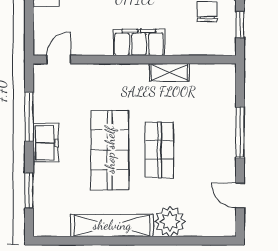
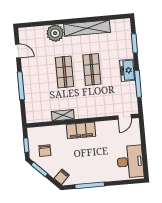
shop shelf: (110, 150) -> (92, 70), width x0.70, depth x0.74

